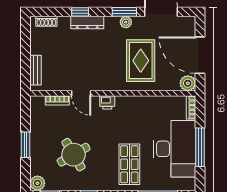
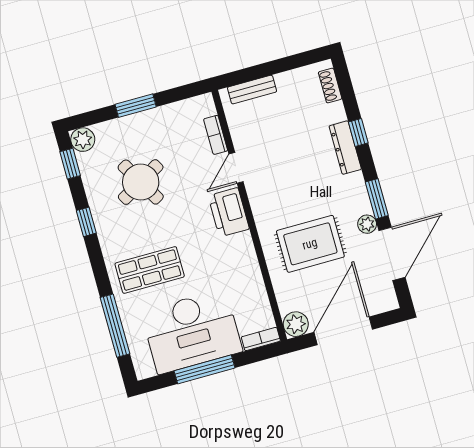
plant: (126, 22) -> (367, 224), moved
printer: (107, 102) -> (229, 212), width x1.87, depth x1.48

